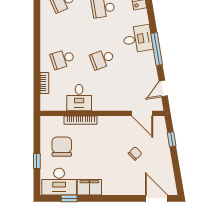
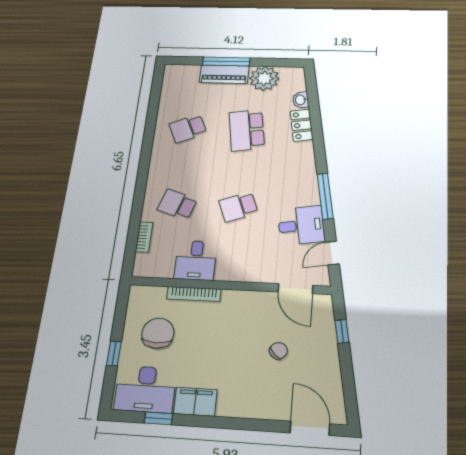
desk: (138, 39) -> (301, 225), moved
school desk: (63, 59) -> (177, 204), turned 36

